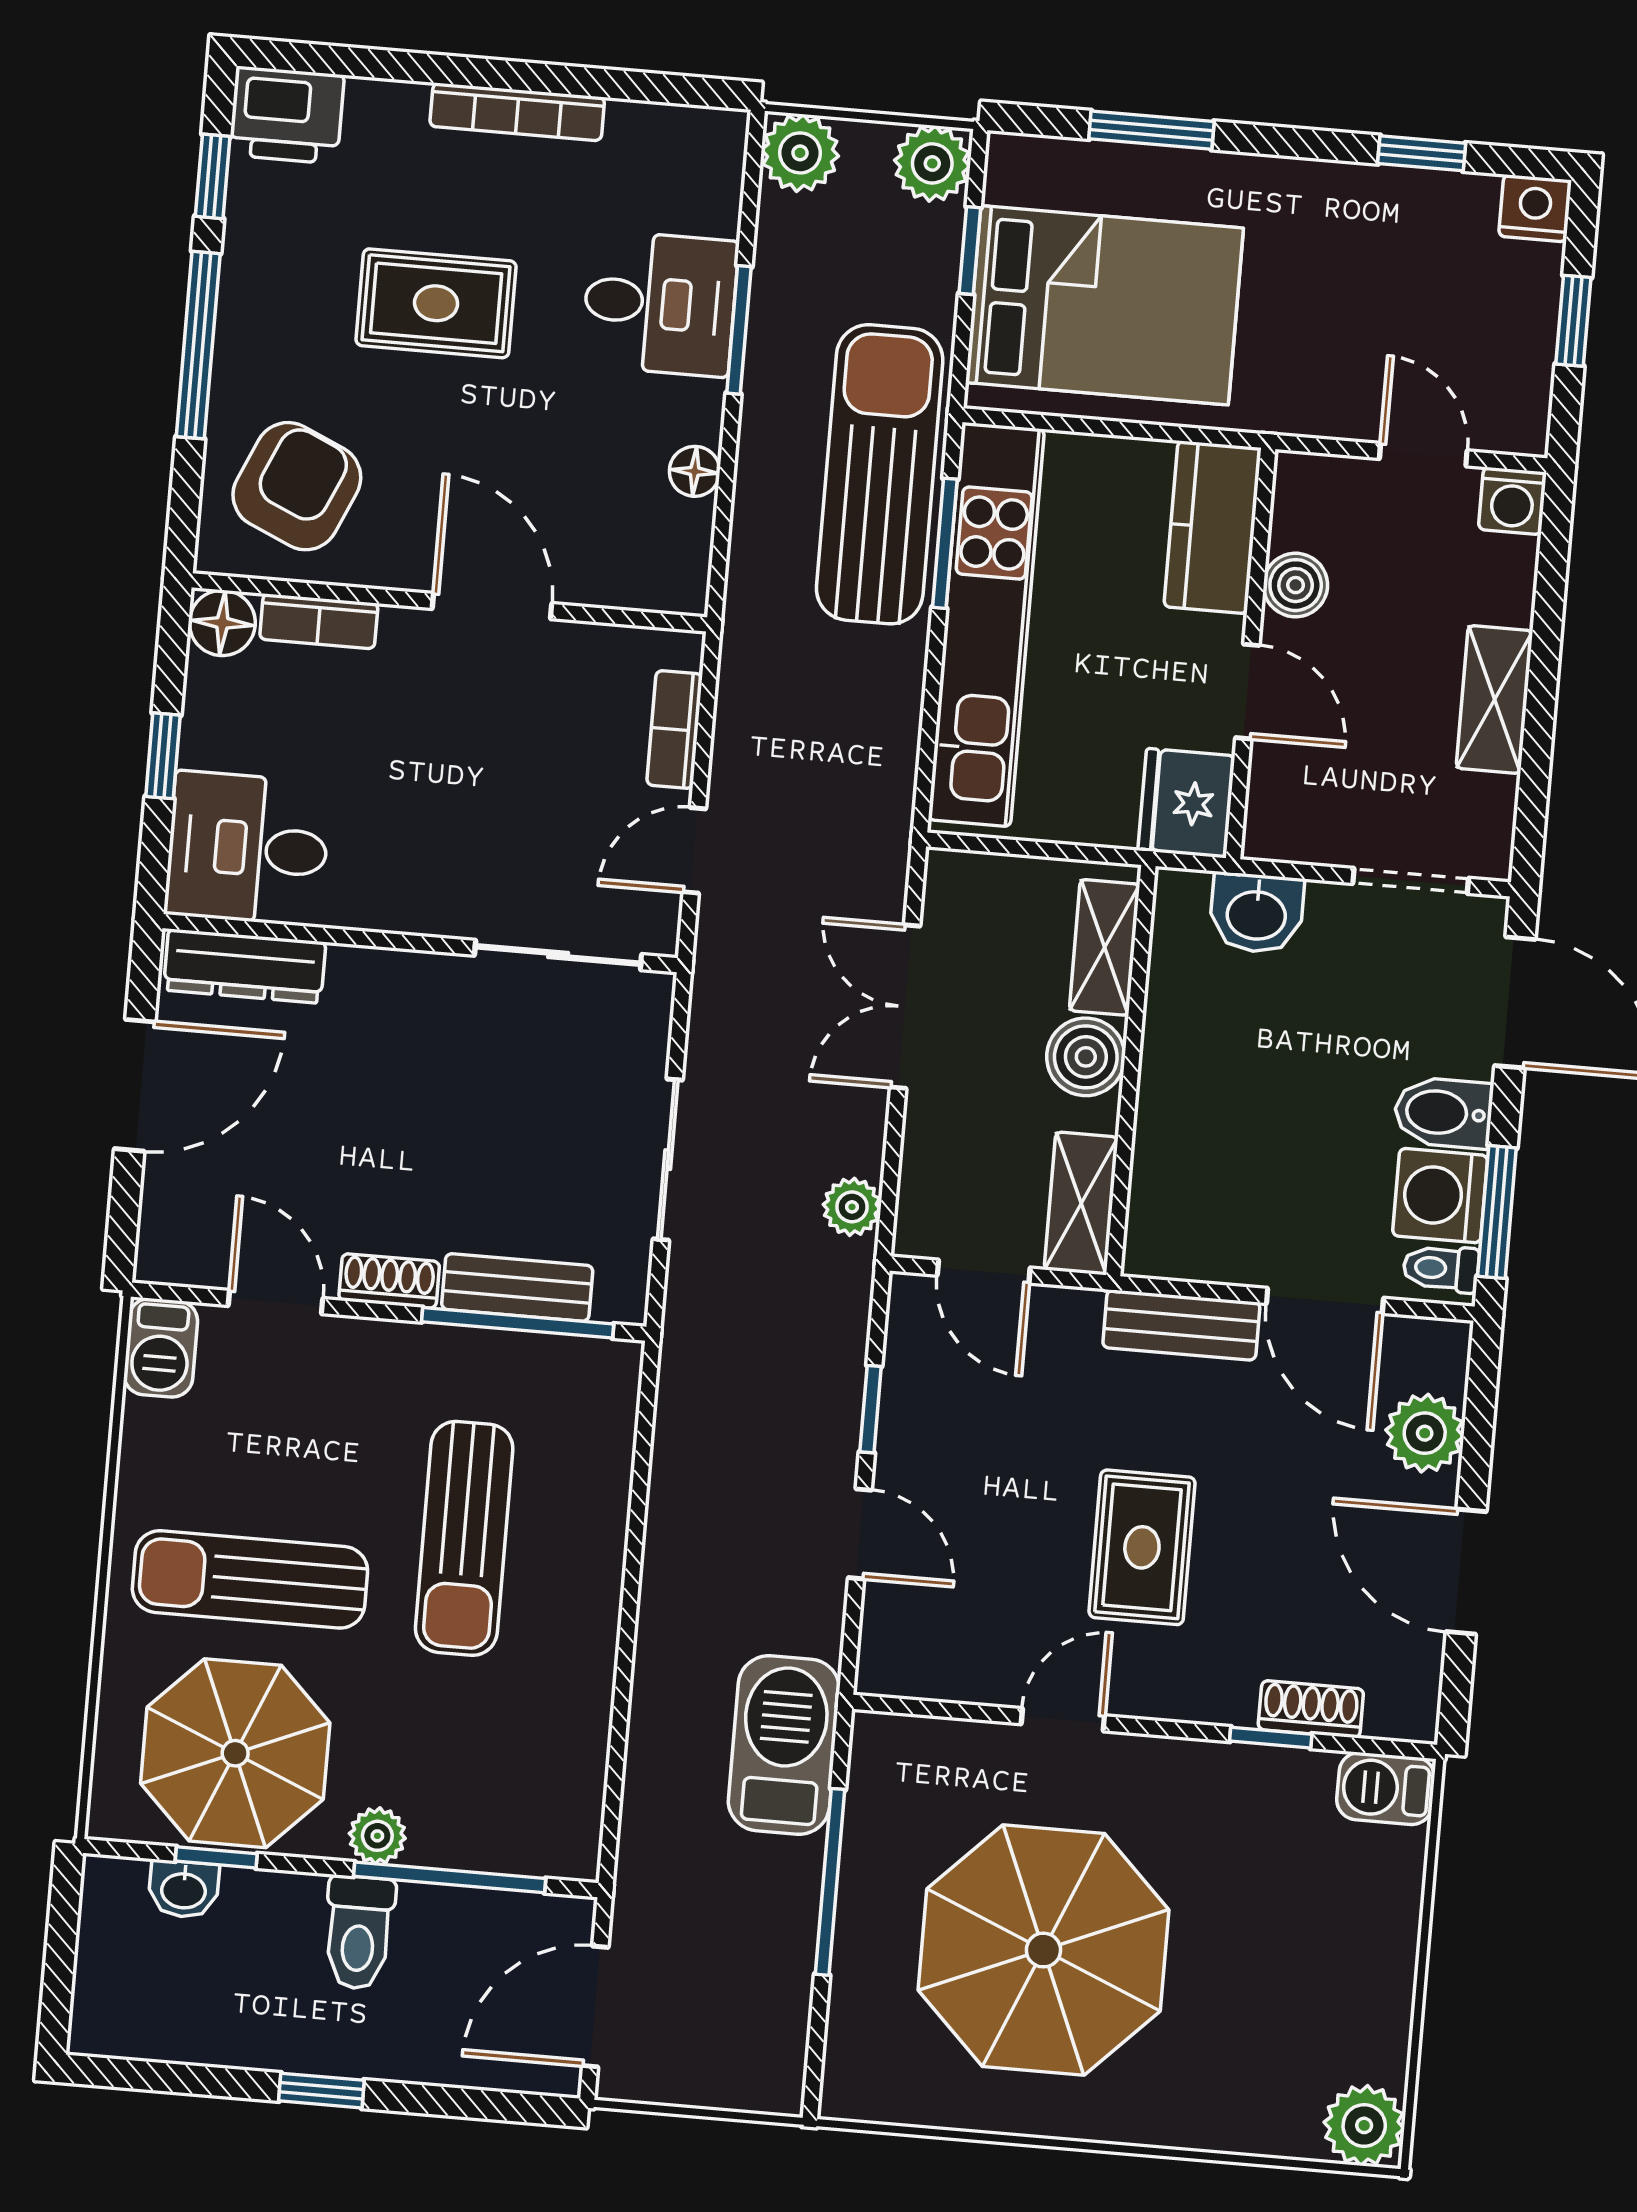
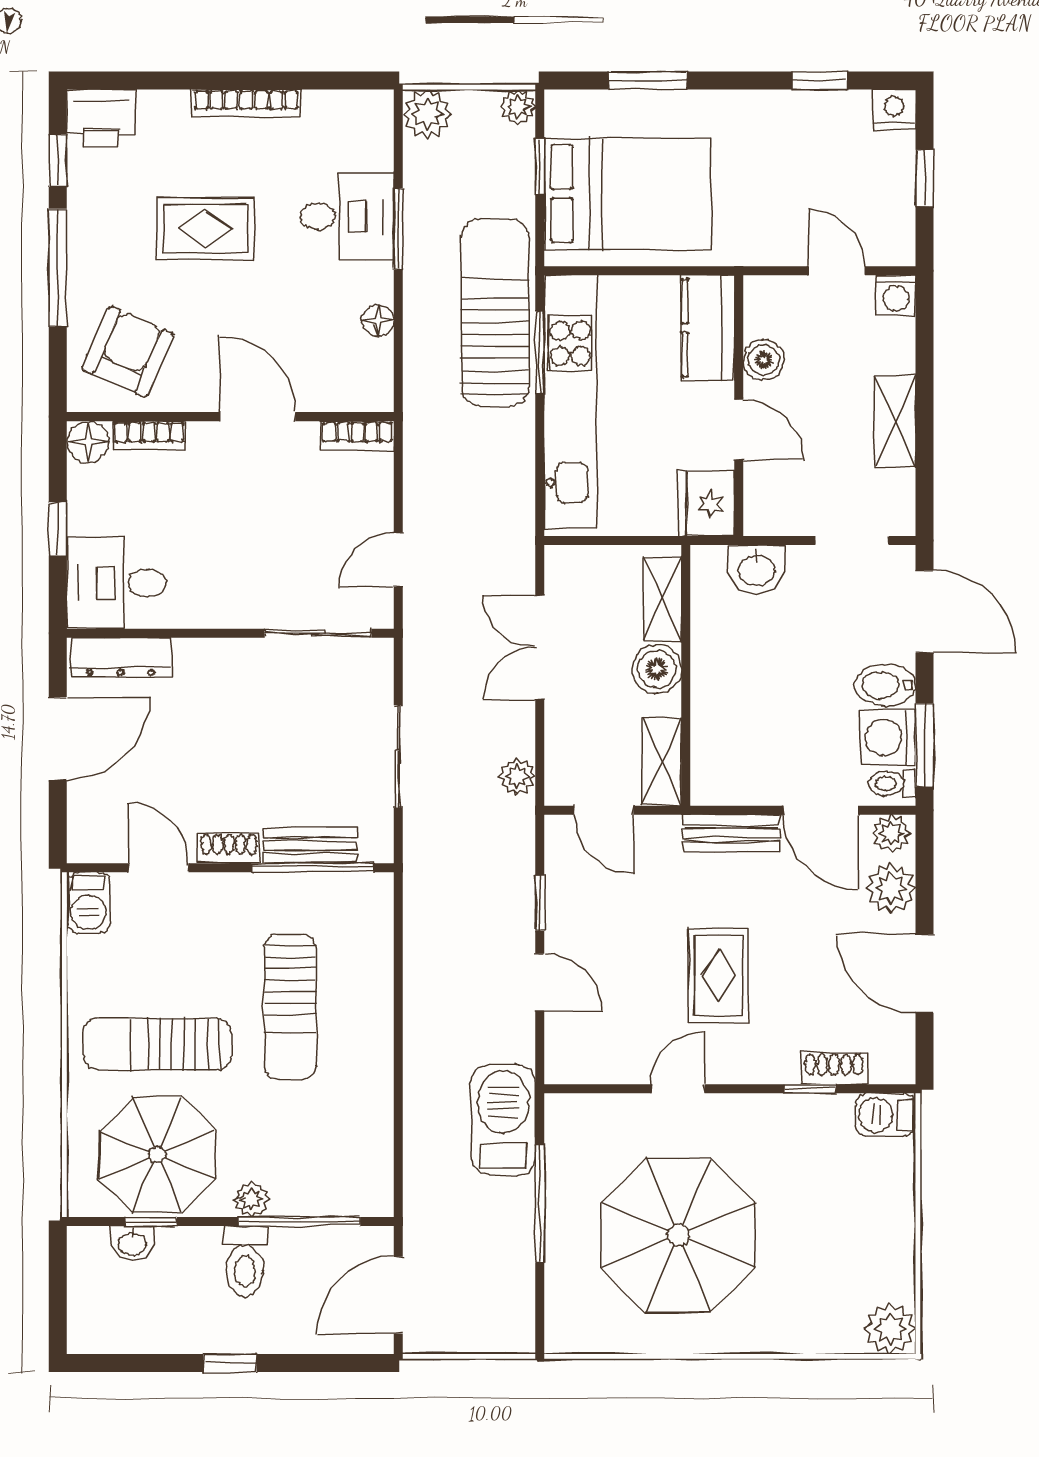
plant: (932, 163) -> (518, 107), width x0.73, depth x0.73
bookcase: (675, 730) -> (357, 436), moved, turned -90
plant: (1432, 1347) -> (891, 834), added

